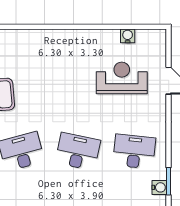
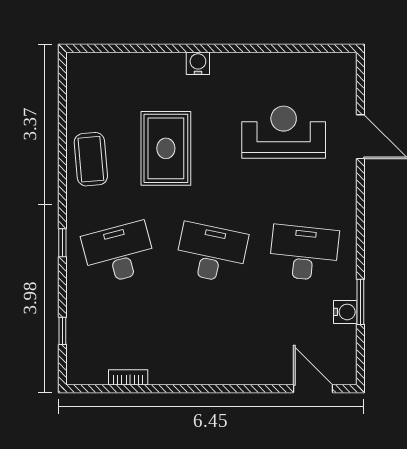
water cooler: (128, 36) -> (198, 63), moved
rug: (50, 88) -> (166, 148), added

